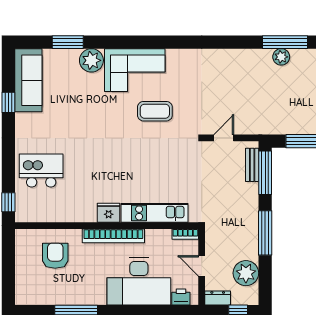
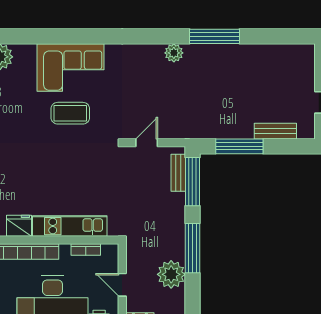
plant: (281, 57) -> (174, 53), moved
corner sofa: (135, 70) -> (70, 68), moved
bookcase: (185, 234) -> (86, 250), moved
plant: (246, 273) -> (171, 274), moved

